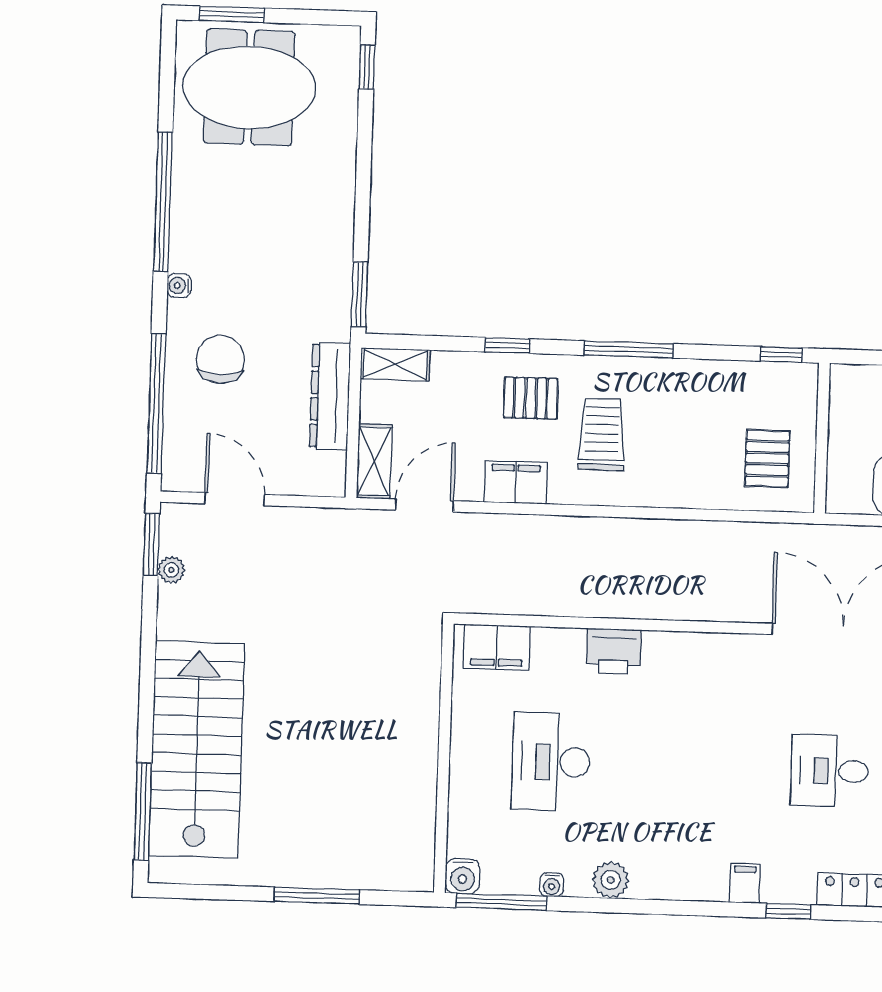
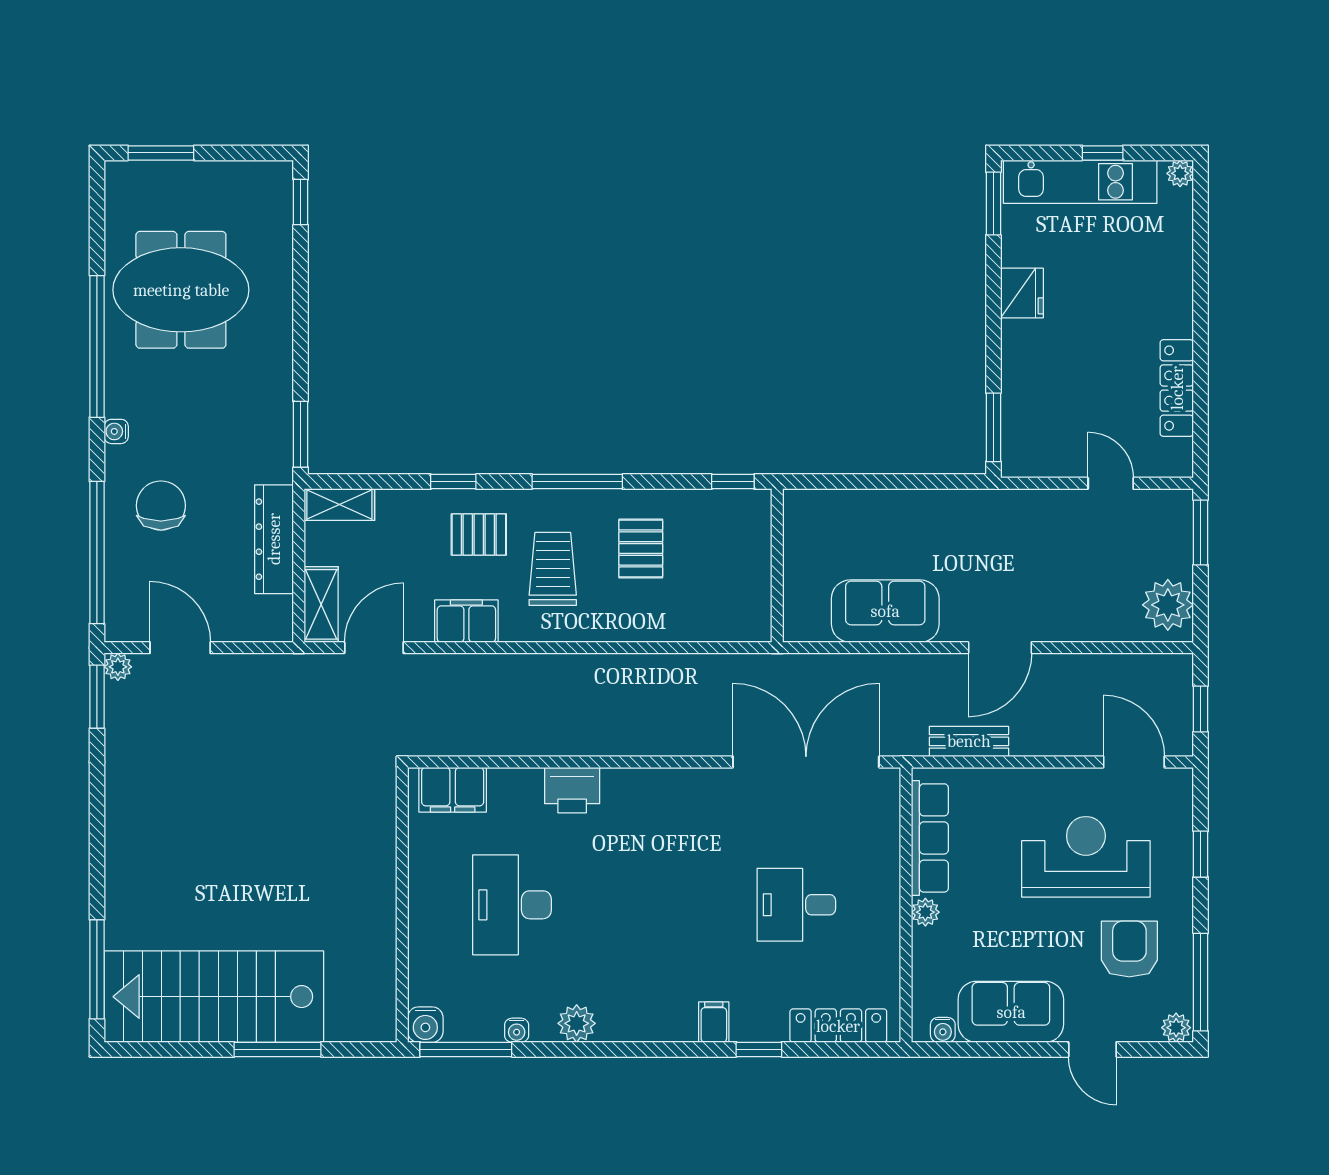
meeting table: (249, 87) -> (181, 290), moved
pallet: (767, 459) -> (641, 548), moved
plant: (171, 570) -> (118, 667), moved
stairs: (197, 749) -> (214, 997), moved, turned -90

